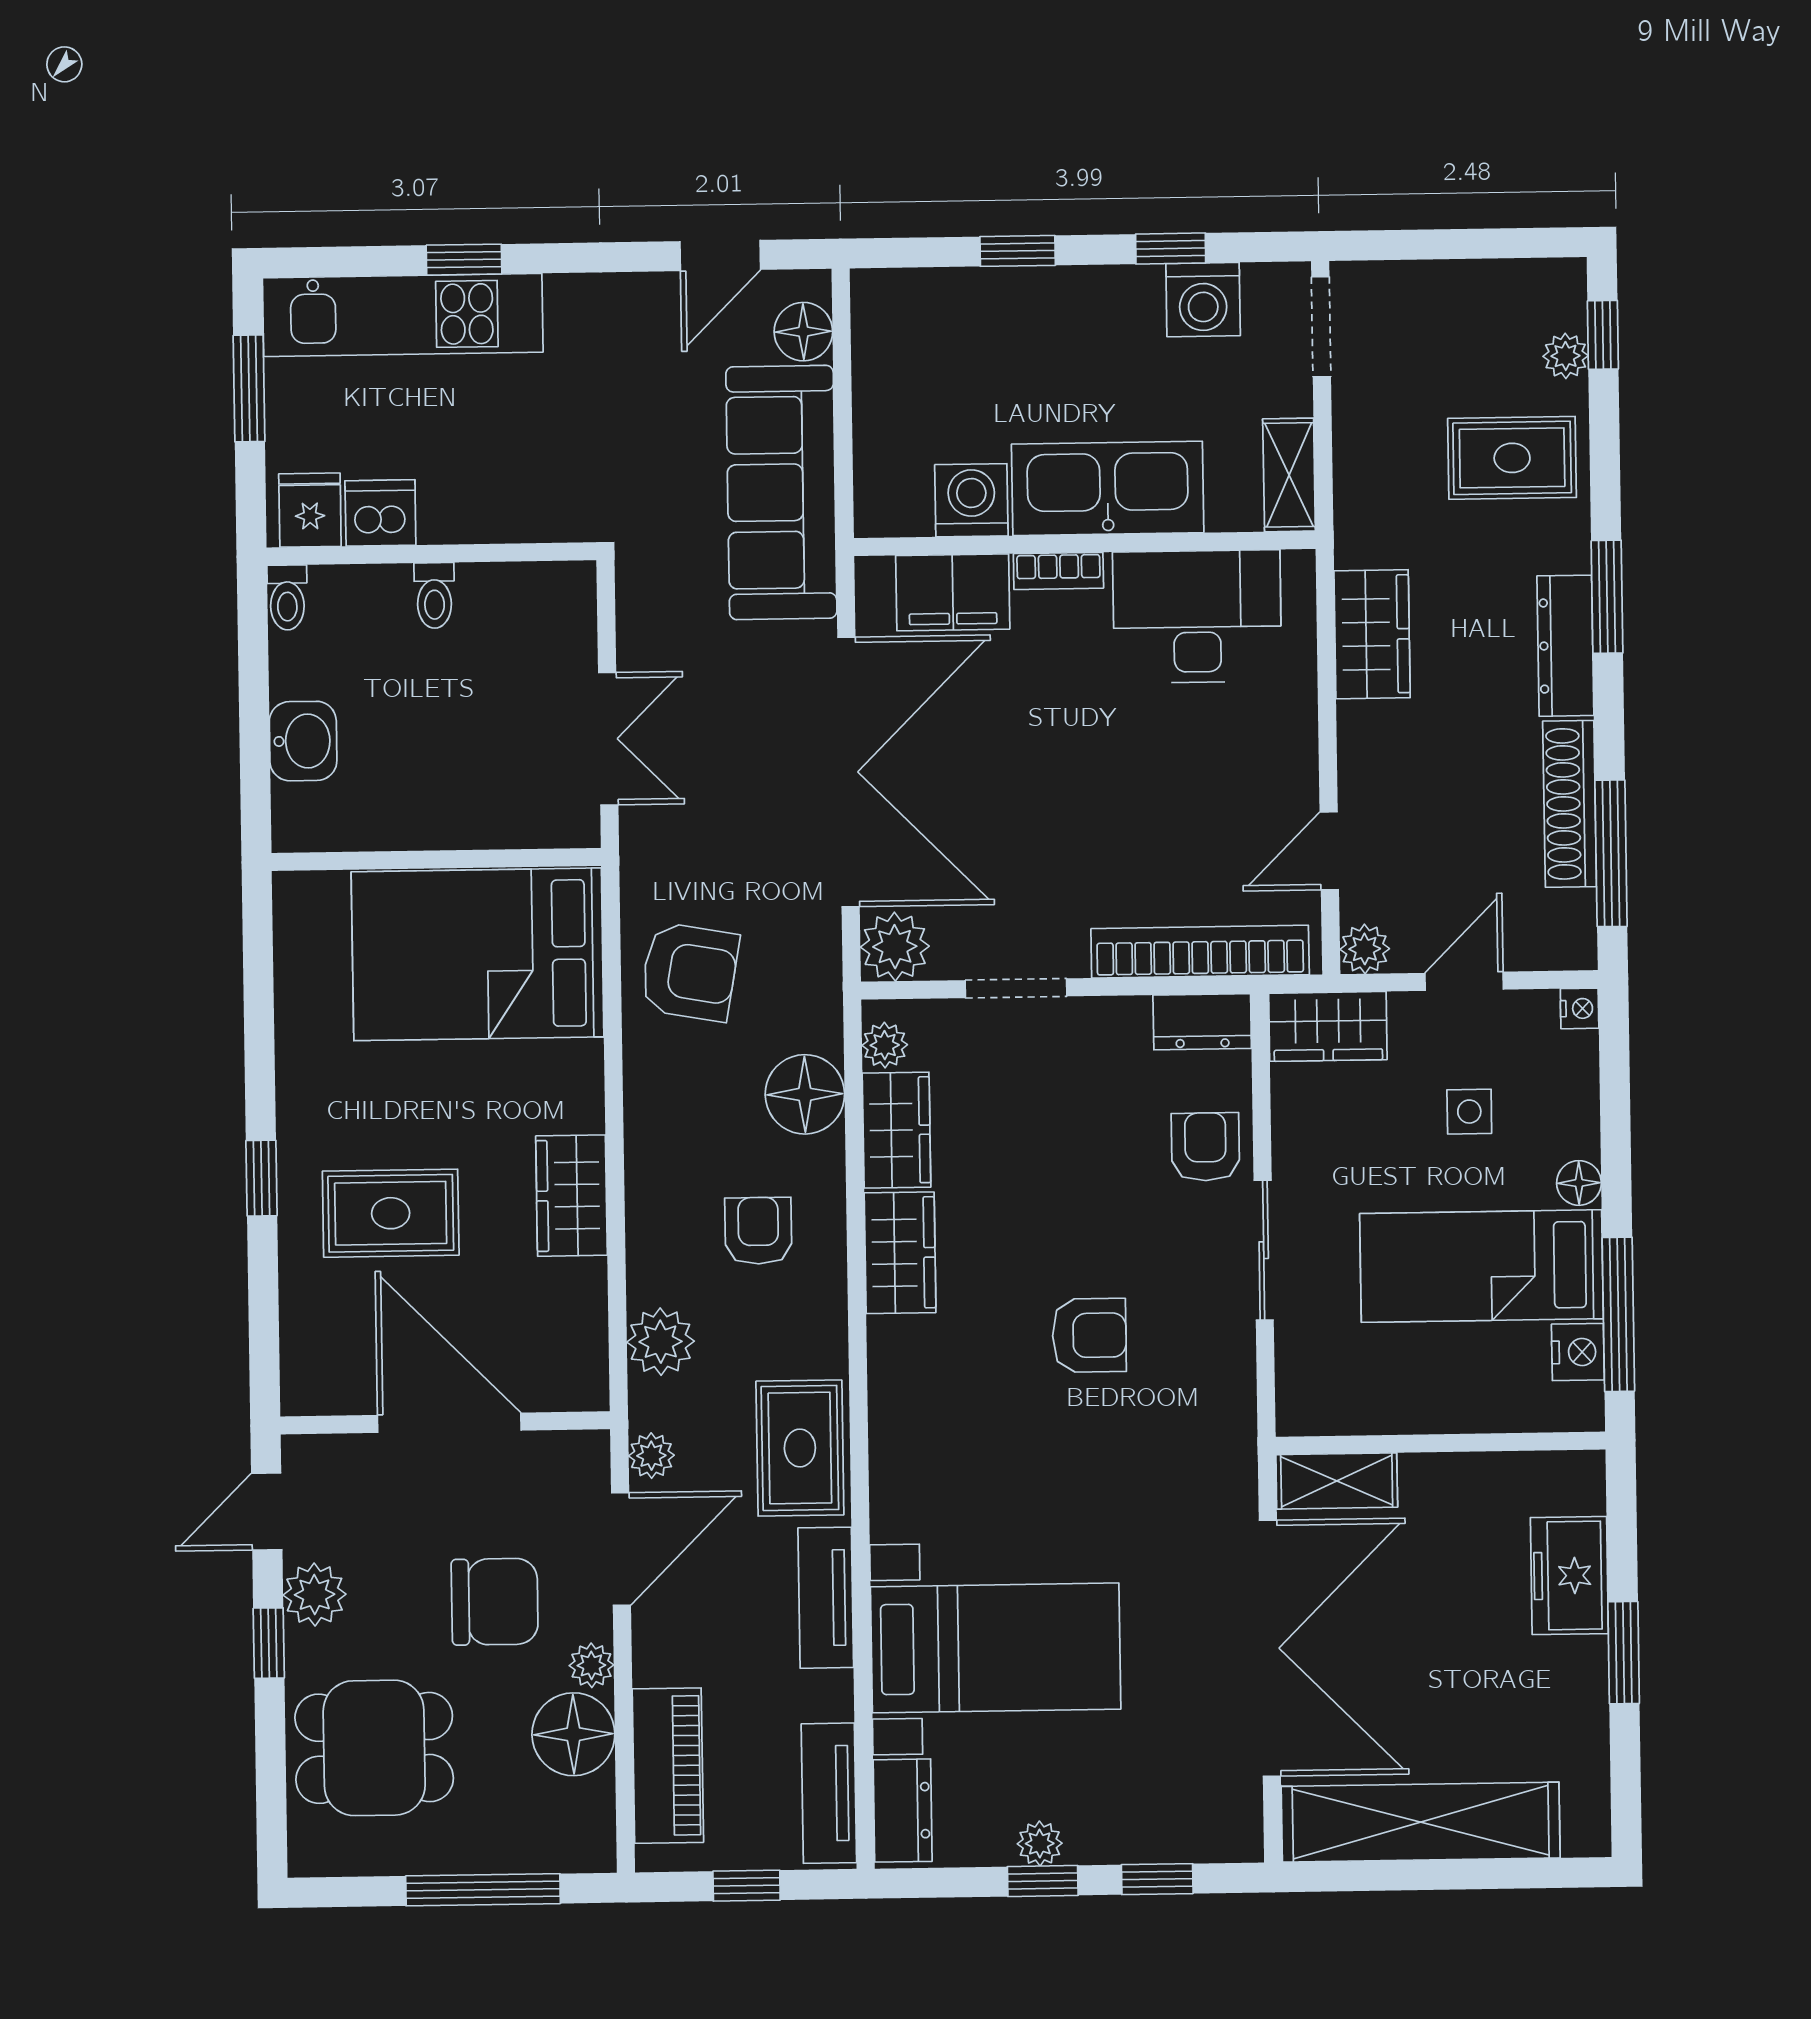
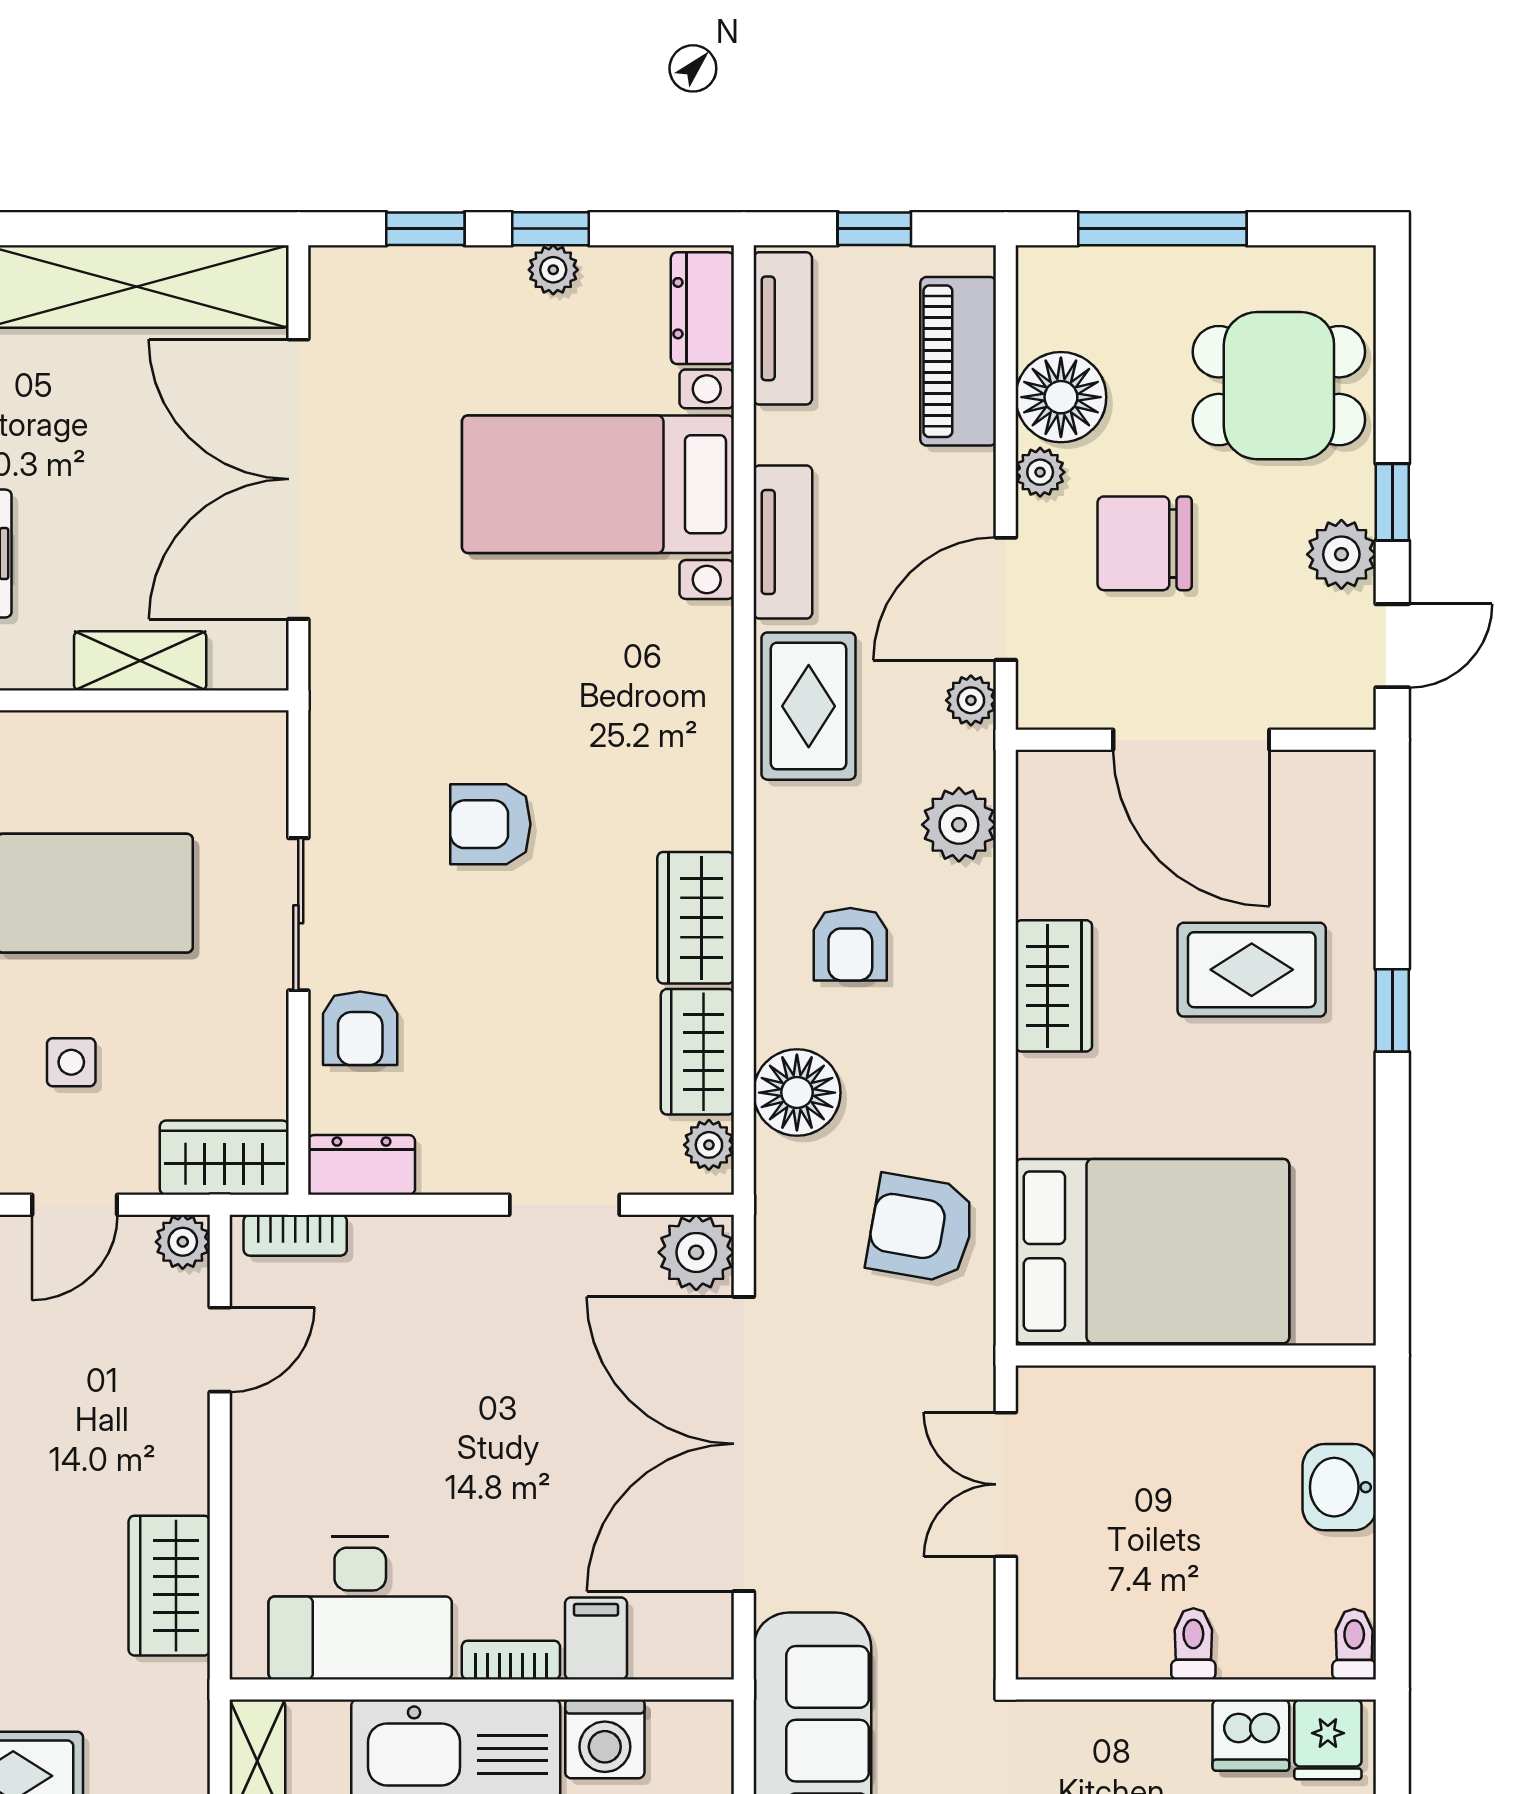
filing cabinet: (953, 592) -> (596, 1639), width x0.50
bookcase: (1200, 952) -> (295, 1235), width x0.43, depth x0.76
shelving: (1337, 1481) -> (140, 661), moved

